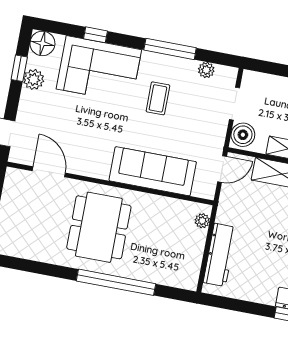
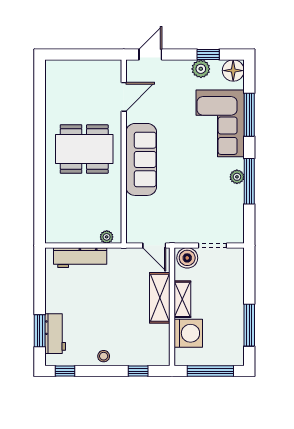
window: (95, 35) -> (249, 115), width x2.17
plant: (206, 70) -> (237, 177), moved
coffee table: (158, 98) -> (205, 179), removed
sofa: (153, 171) -> (141, 159), moved
window: (116, 282) -> (40, 173), removed

